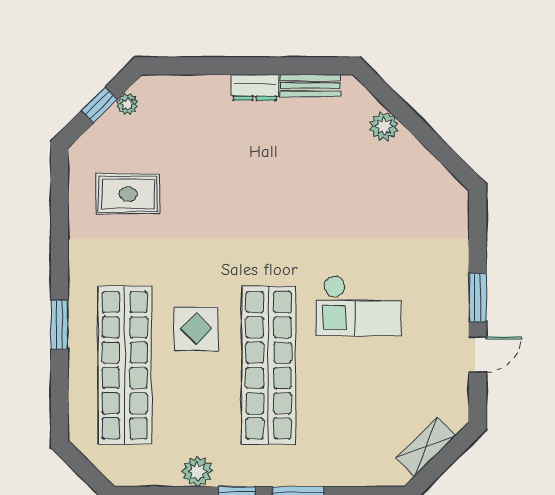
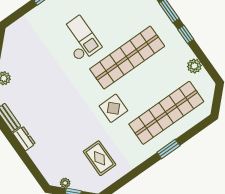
display table: (196, 329) -> (113, 108), moved
plant: (198, 471) -> (194, 66), moved

